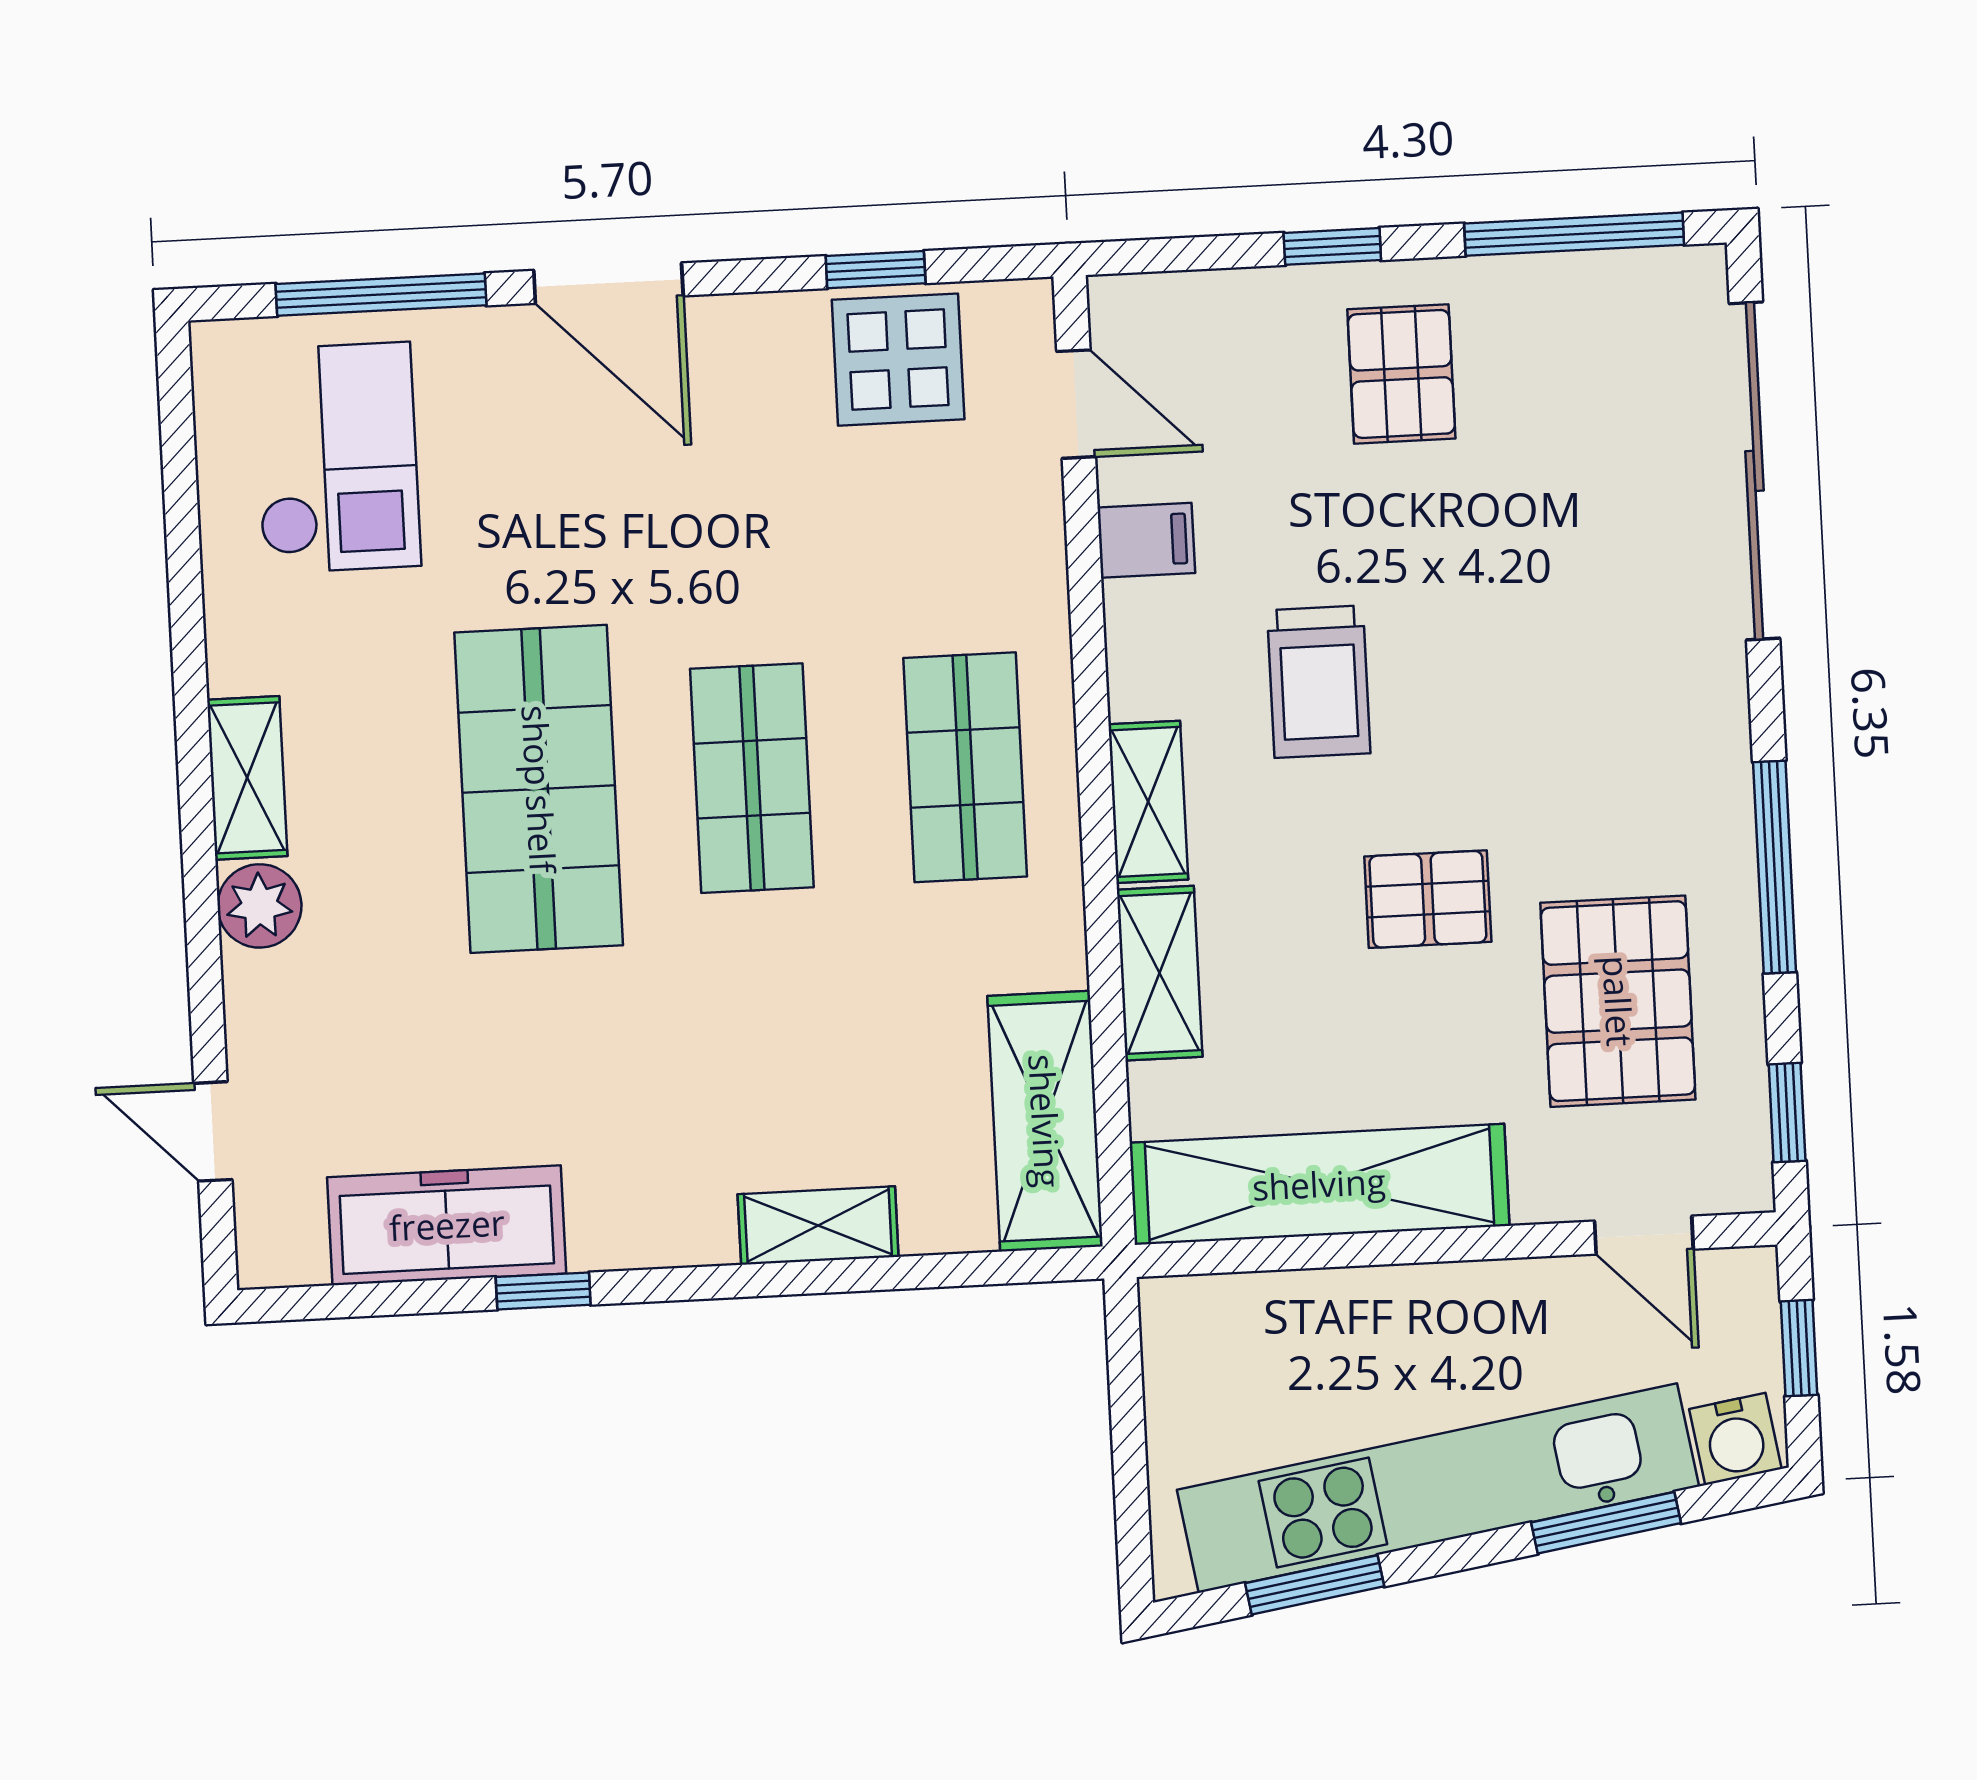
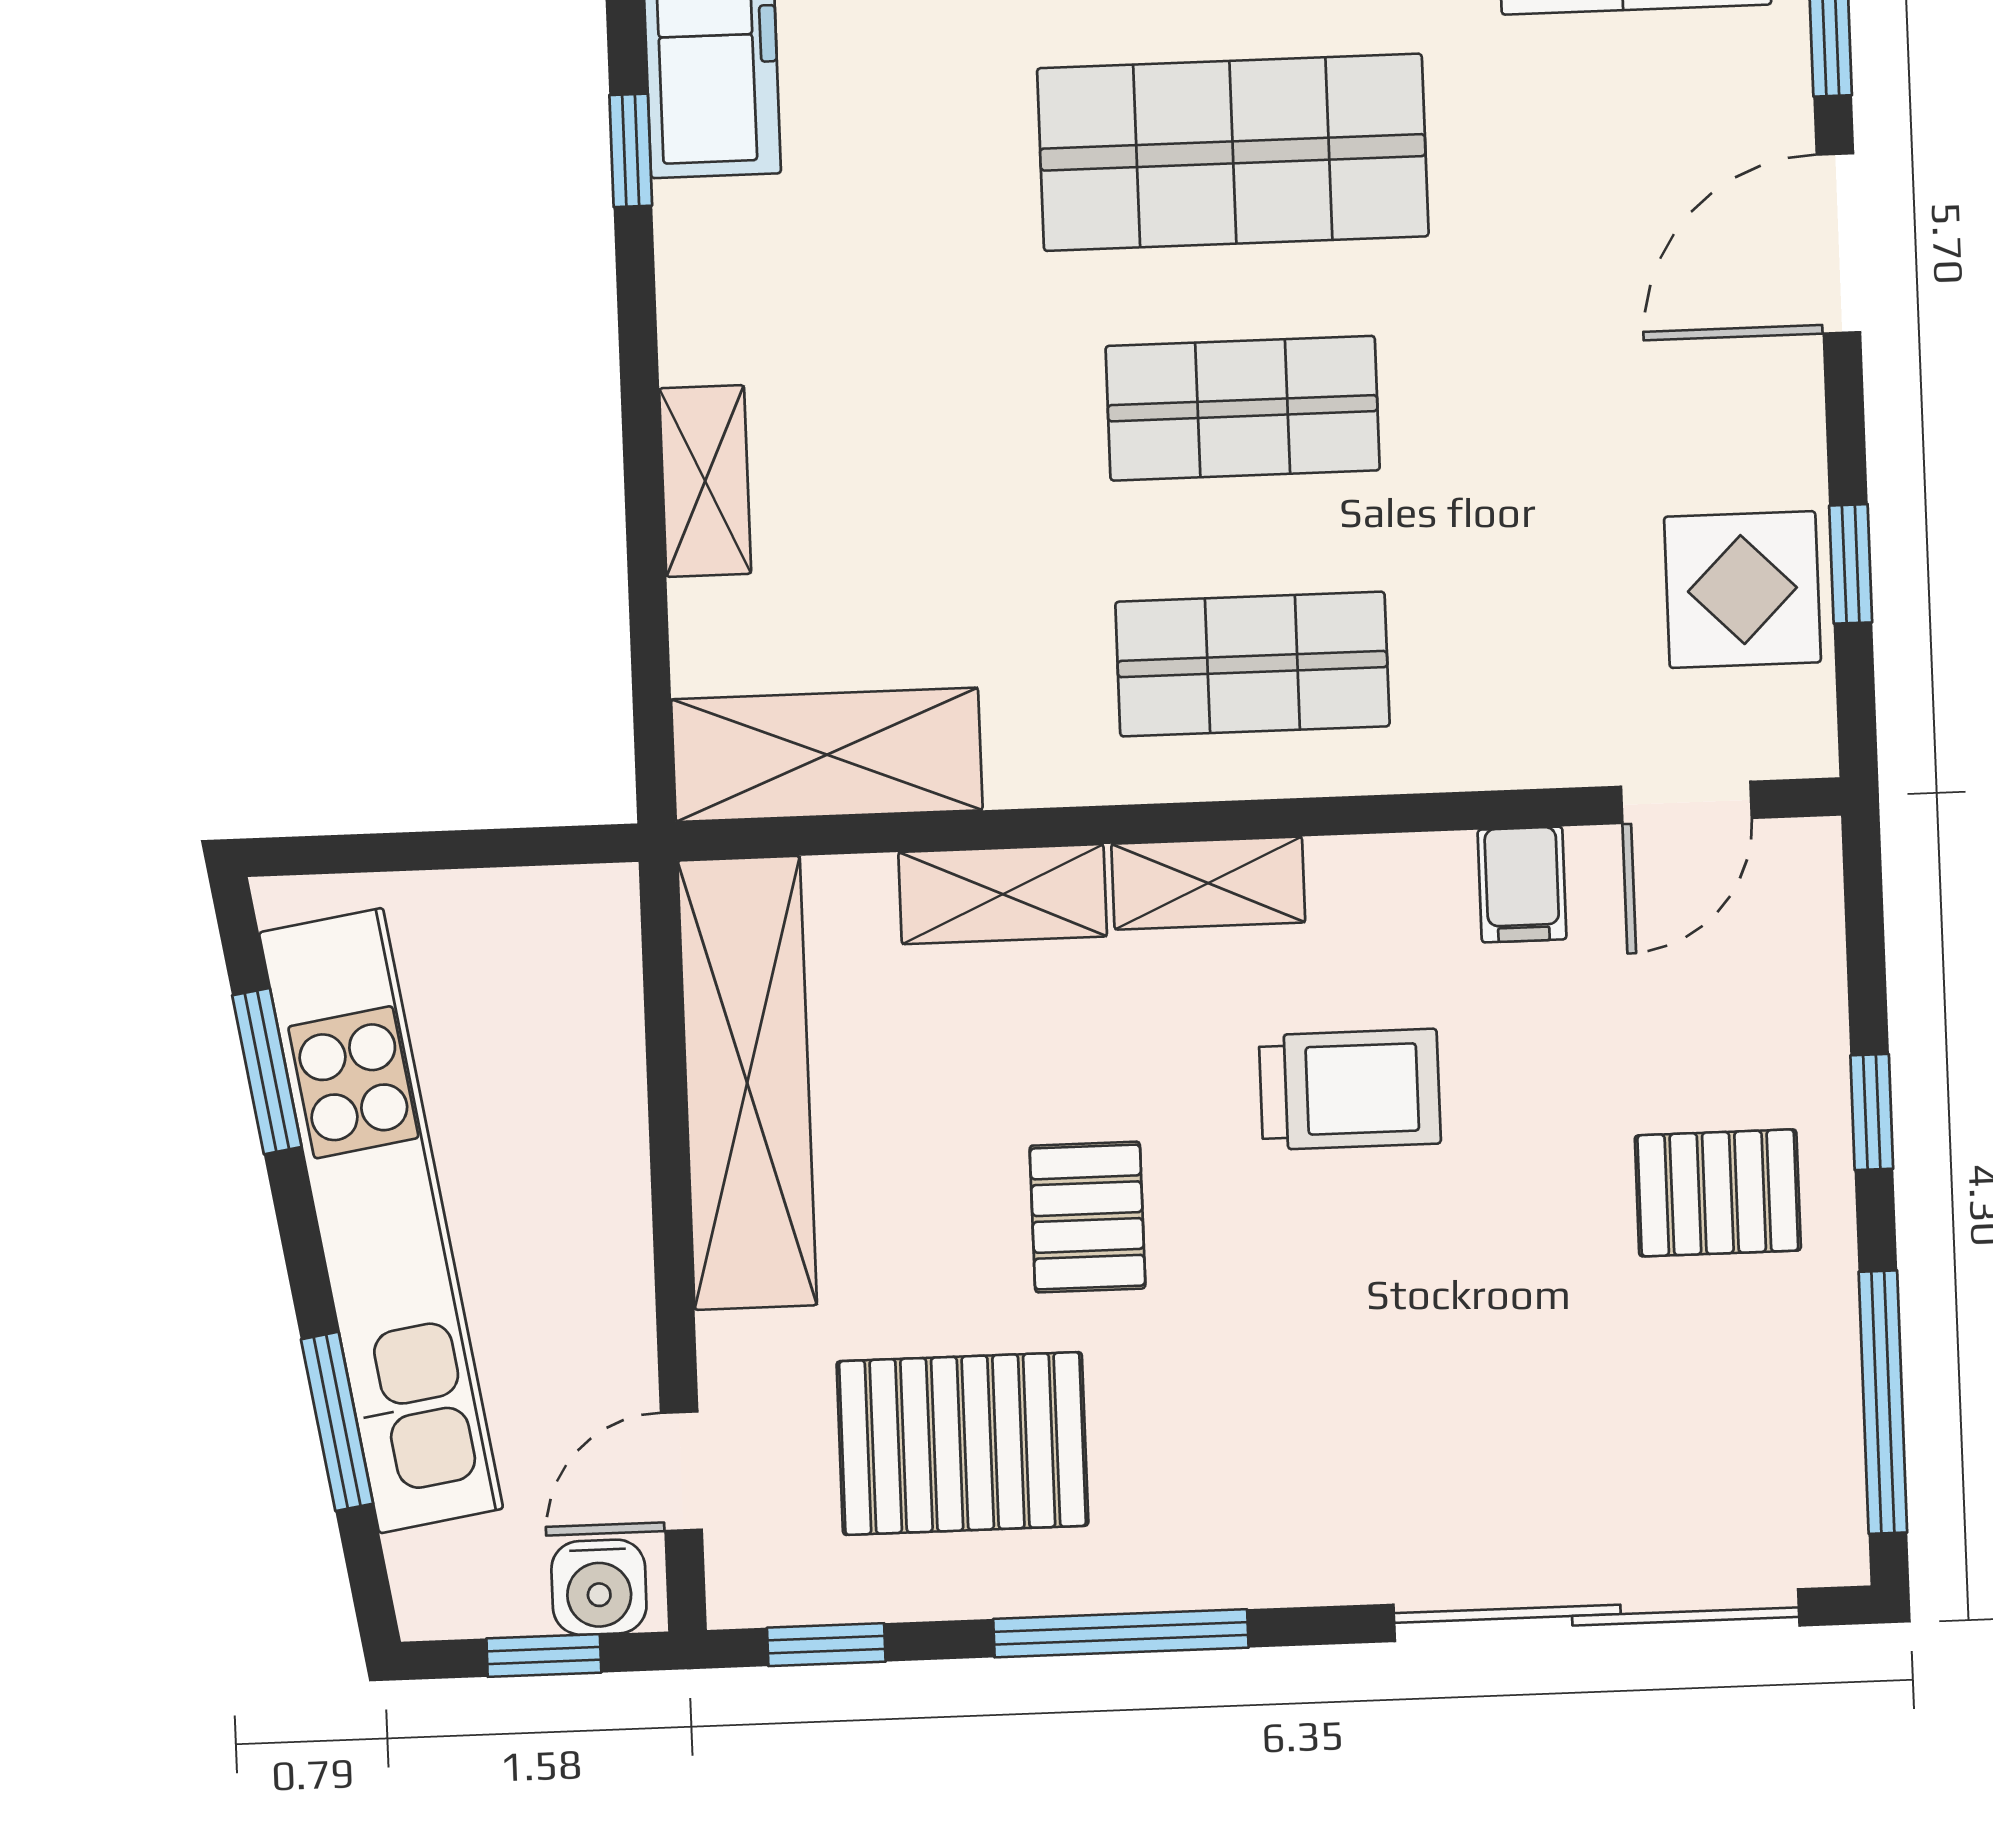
trolley: (1319, 682) -> (1350, 1089), turned 180
water cooler: (1735, 1439) -> (599, 1587), moved, turned -81

